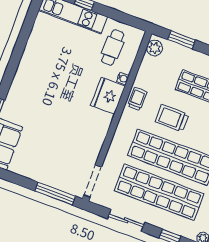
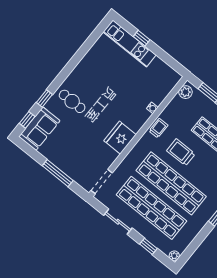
cafe table: (113, 47) -> (72, 101), moved, turned 90
fridge: (108, 96) -> (120, 138), moved
window: (55, 194) -> (58, 173), moved

